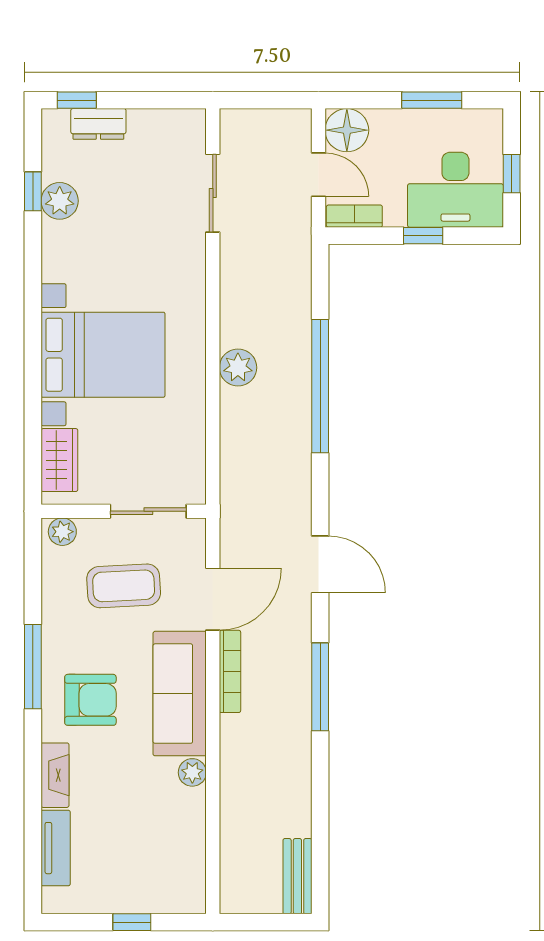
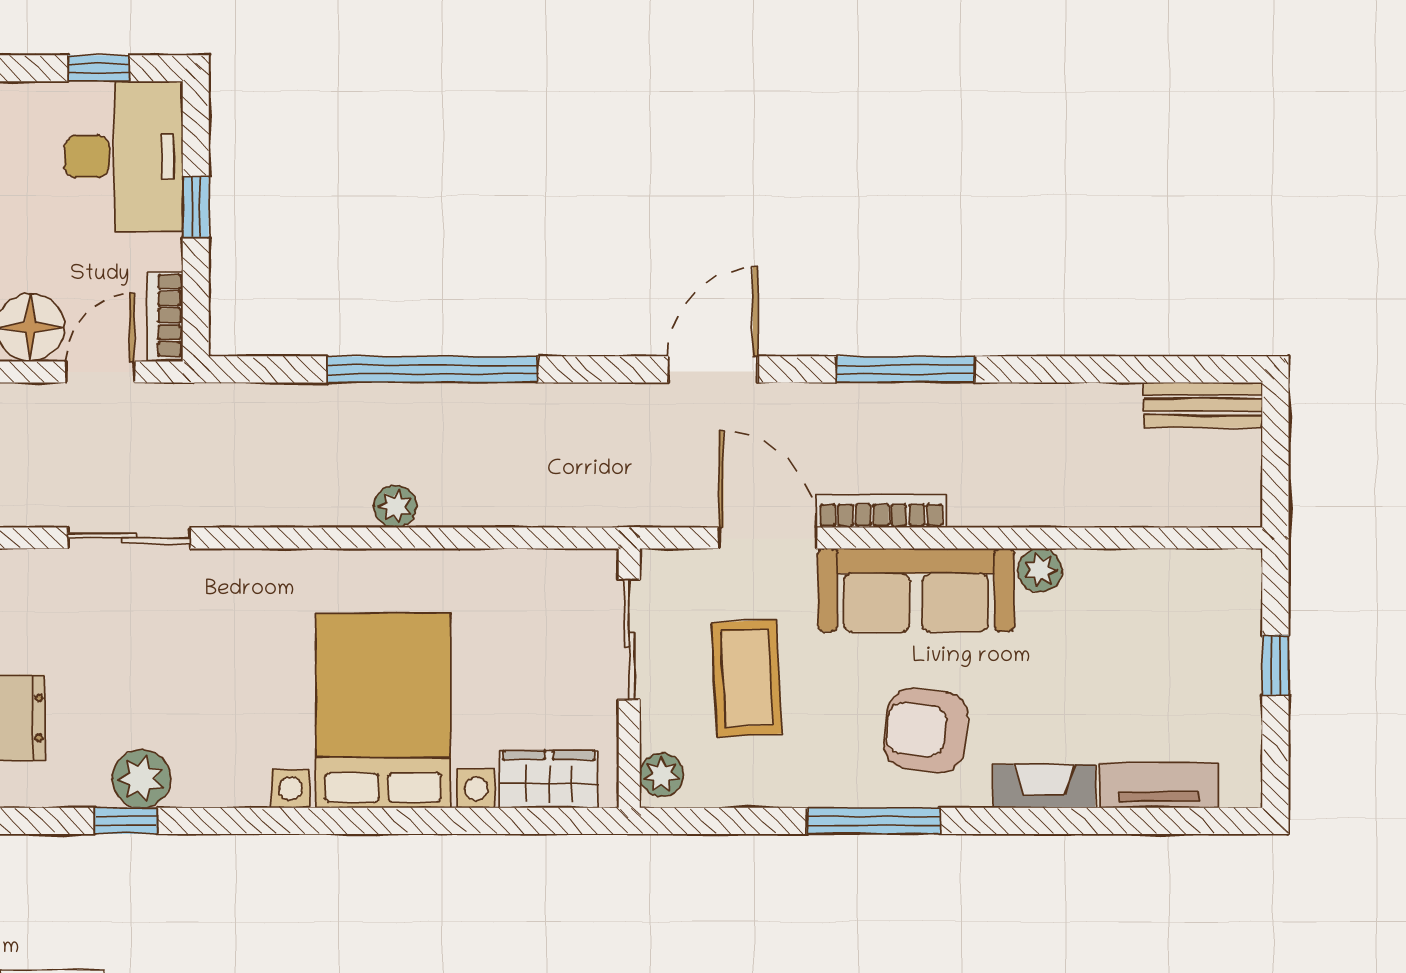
plant: (238, 368) -> (395, 506), width x0.73, depth x0.73
armchair: (90, 700) -> (926, 730), turned -84

